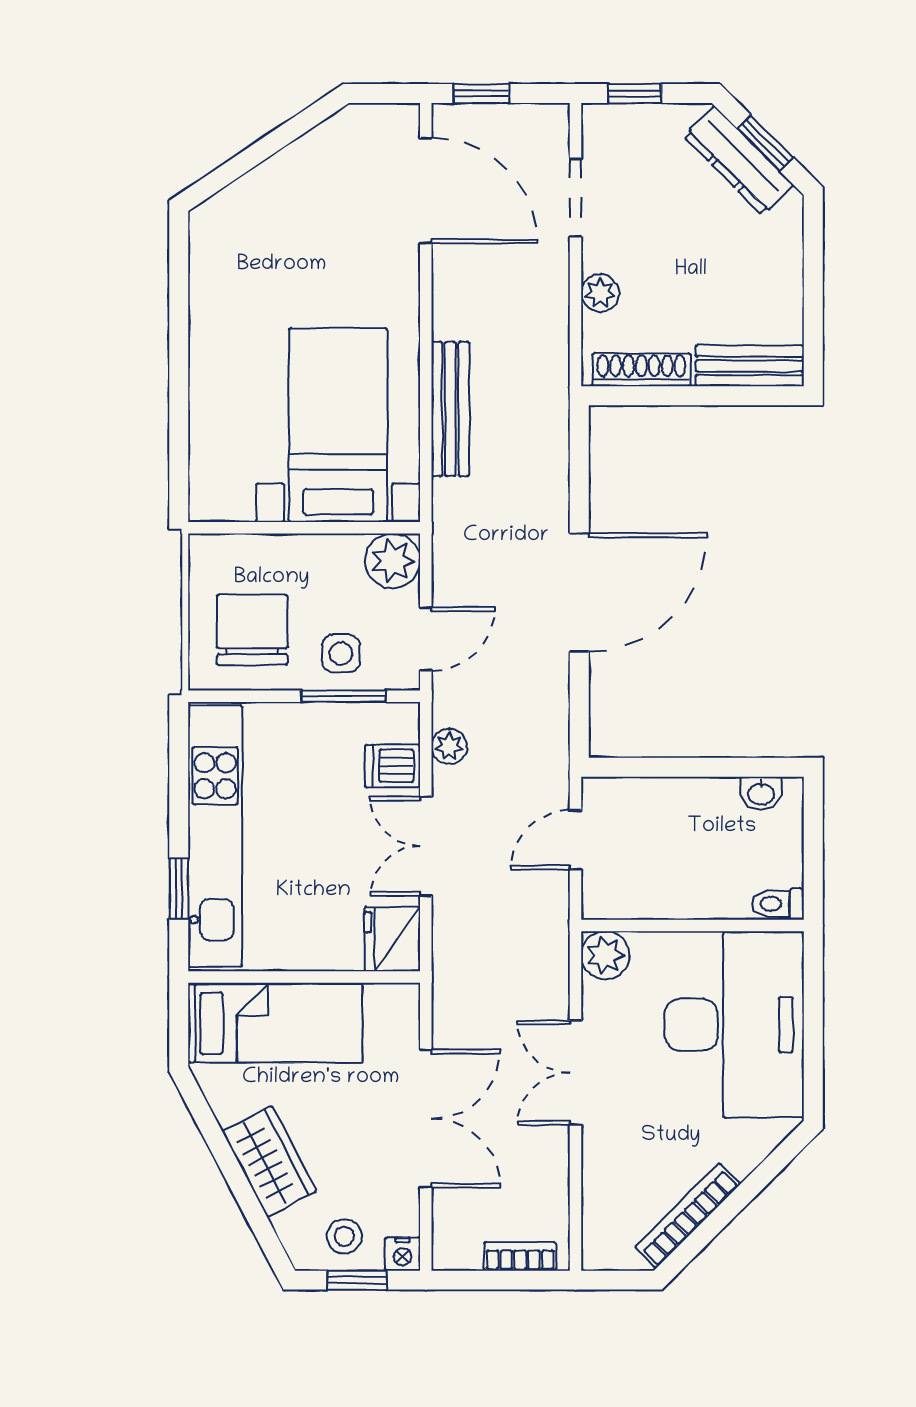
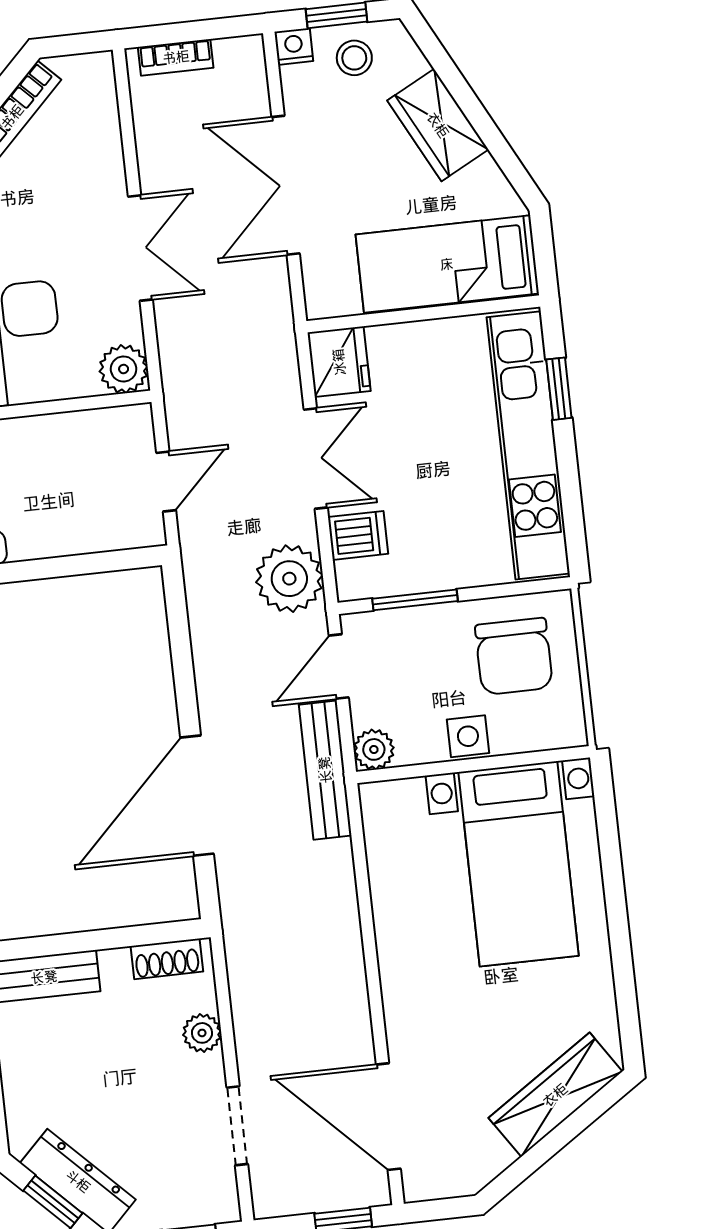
wardrobe: (259, 194) -> (555, 1095), added
shoe rack: (641, 370) -> (167, 959), width x0.70
bench: (450, 409) -> (325, 770), moved
bed with nightstands: (338, 425) -> (519, 864), moved
plant: (393, 561) -> (374, 749), width x0.73, depth x0.73
door: (579, 592) -> (197, 796), moved
side table: (341, 653) -> (468, 736), moved
plant: (449, 746) -> (289, 579), width x1.87, depth x1.87

